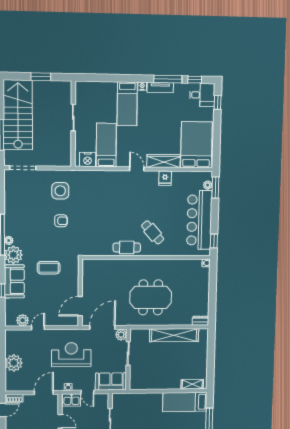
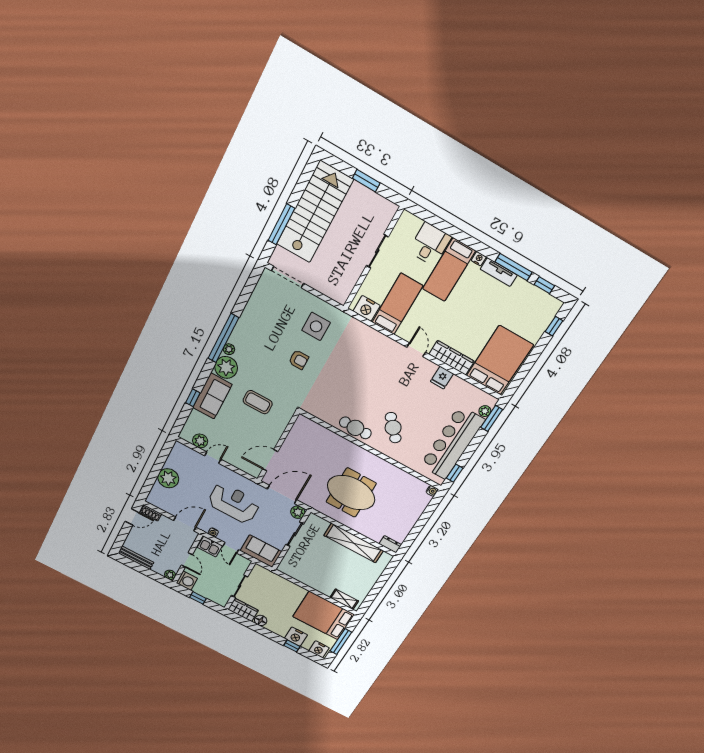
desk: (202, 95) -> (430, 244), moved, turned -90
bed: (185, 402) -> (324, 615), width x1.50

